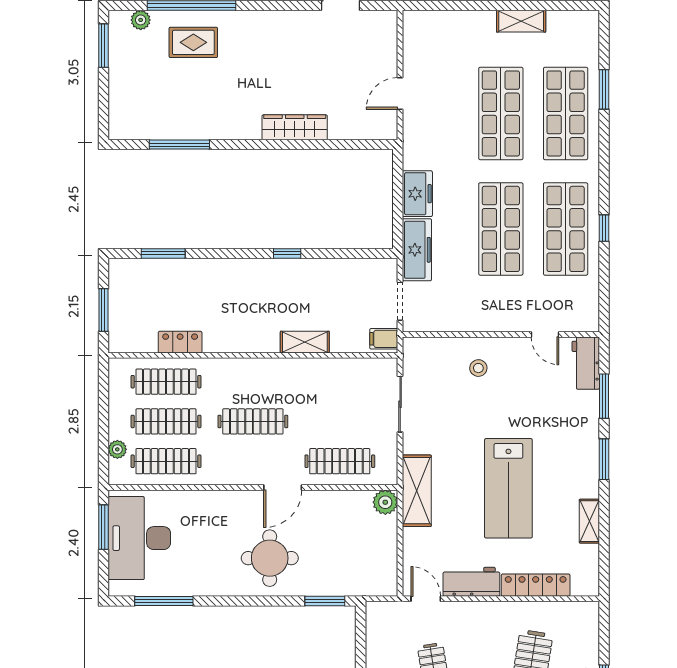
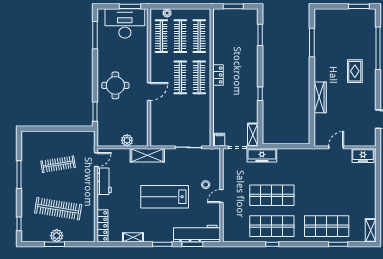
plant: (141, 20) -> (371, 24), removed
shelving: (521, 21) -> (371, 230), moved
rug: (193, 42) -> (355, 71), moved
door: (400, 93) -> (336, 147), hinge flipped
shop shelf: (501, 113) -> (327, 195), removed
freezer: (417, 194) -> (363, 156), moved
door: (545, 335) -> (222, 196), moved
locker: (180, 342) -> (218, 75), moved
shelving: (305, 342) -> (253, 135), moved
workbench: (586, 363) -> (197, 234), width x1.88, depth x1.32
clothes rail: (340, 461) -> (199, 77), moved
door: (283, 487) -> (149, 92), swing flipped
lab bench: (508, 488) -> (165, 197), moved
plant: (385, 502) -> (127, 140), moved
locker: (536, 585) -> (103, 226), moved

